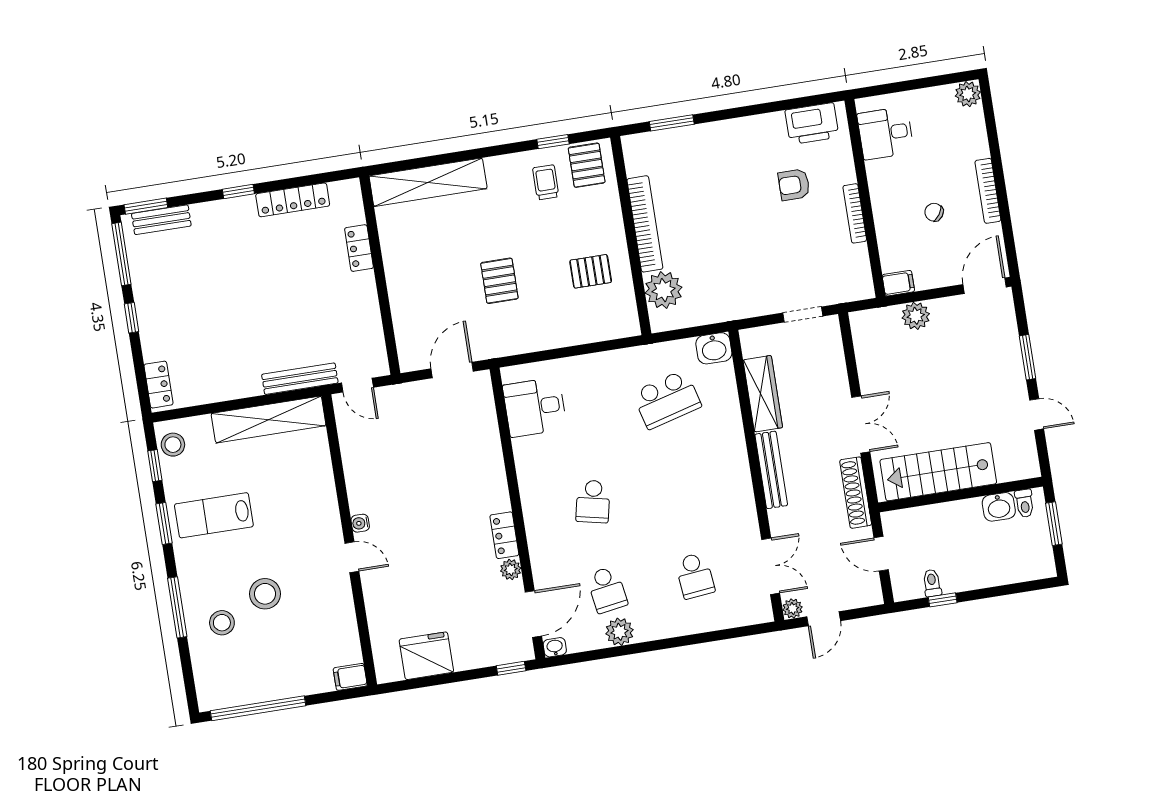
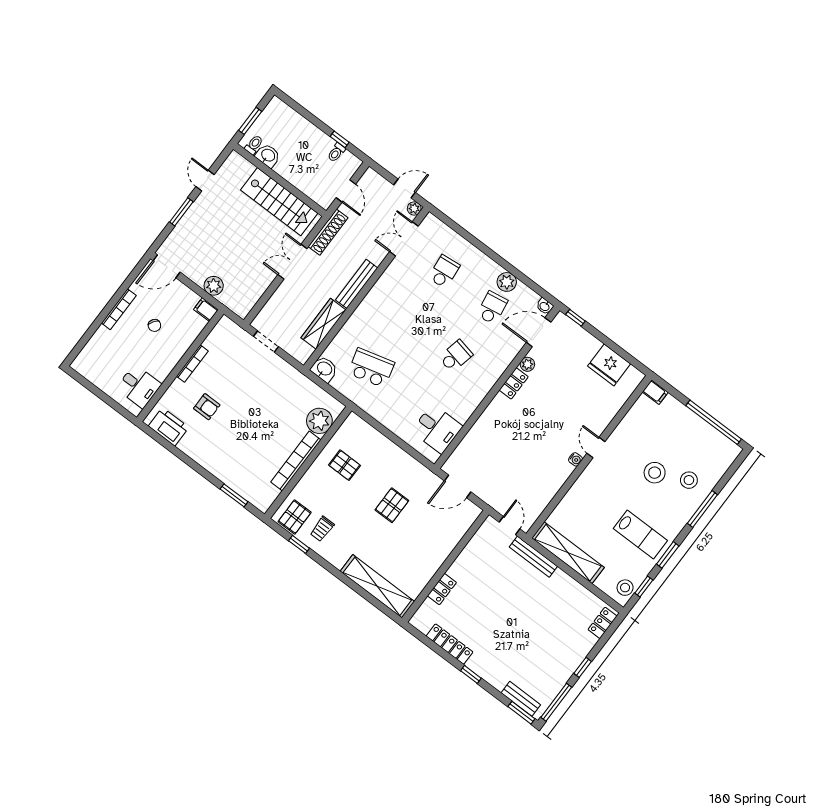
plant: (968, 94) -> (81, 364), removed

